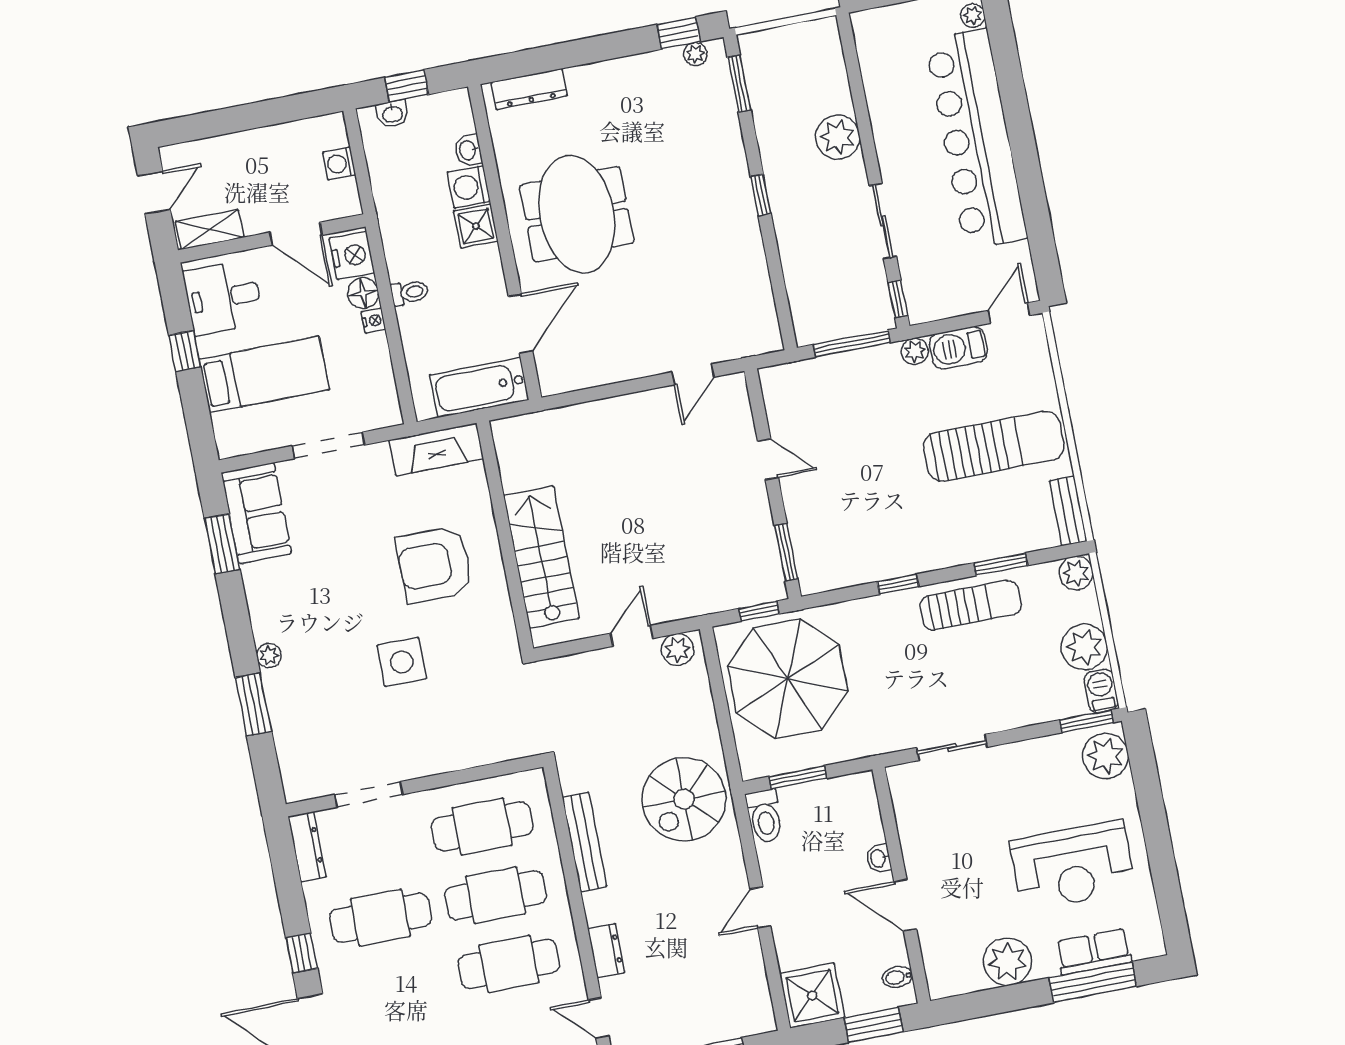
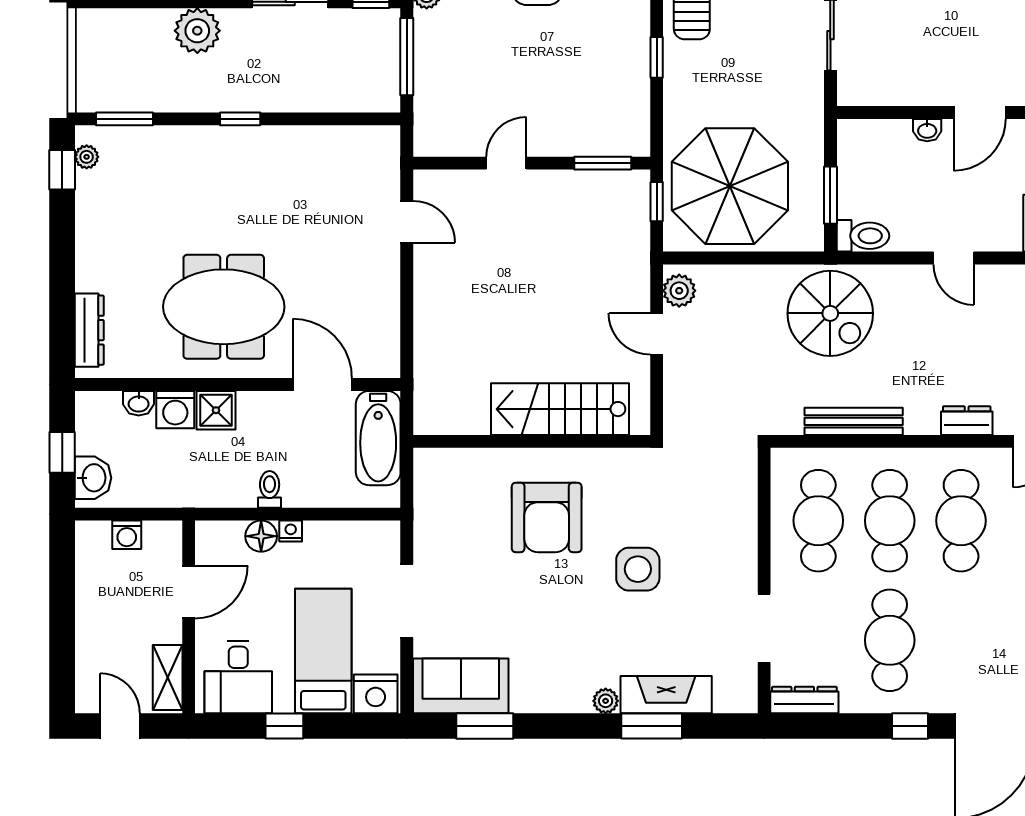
washbasin: (392, 114) -> (93, 478), width x1.38, depth x1.45
nightstand: (352, 255) -> (376, 694), moved, turned 180
fireplace: (436, 449) -> (666, 695), moved, turned -90

